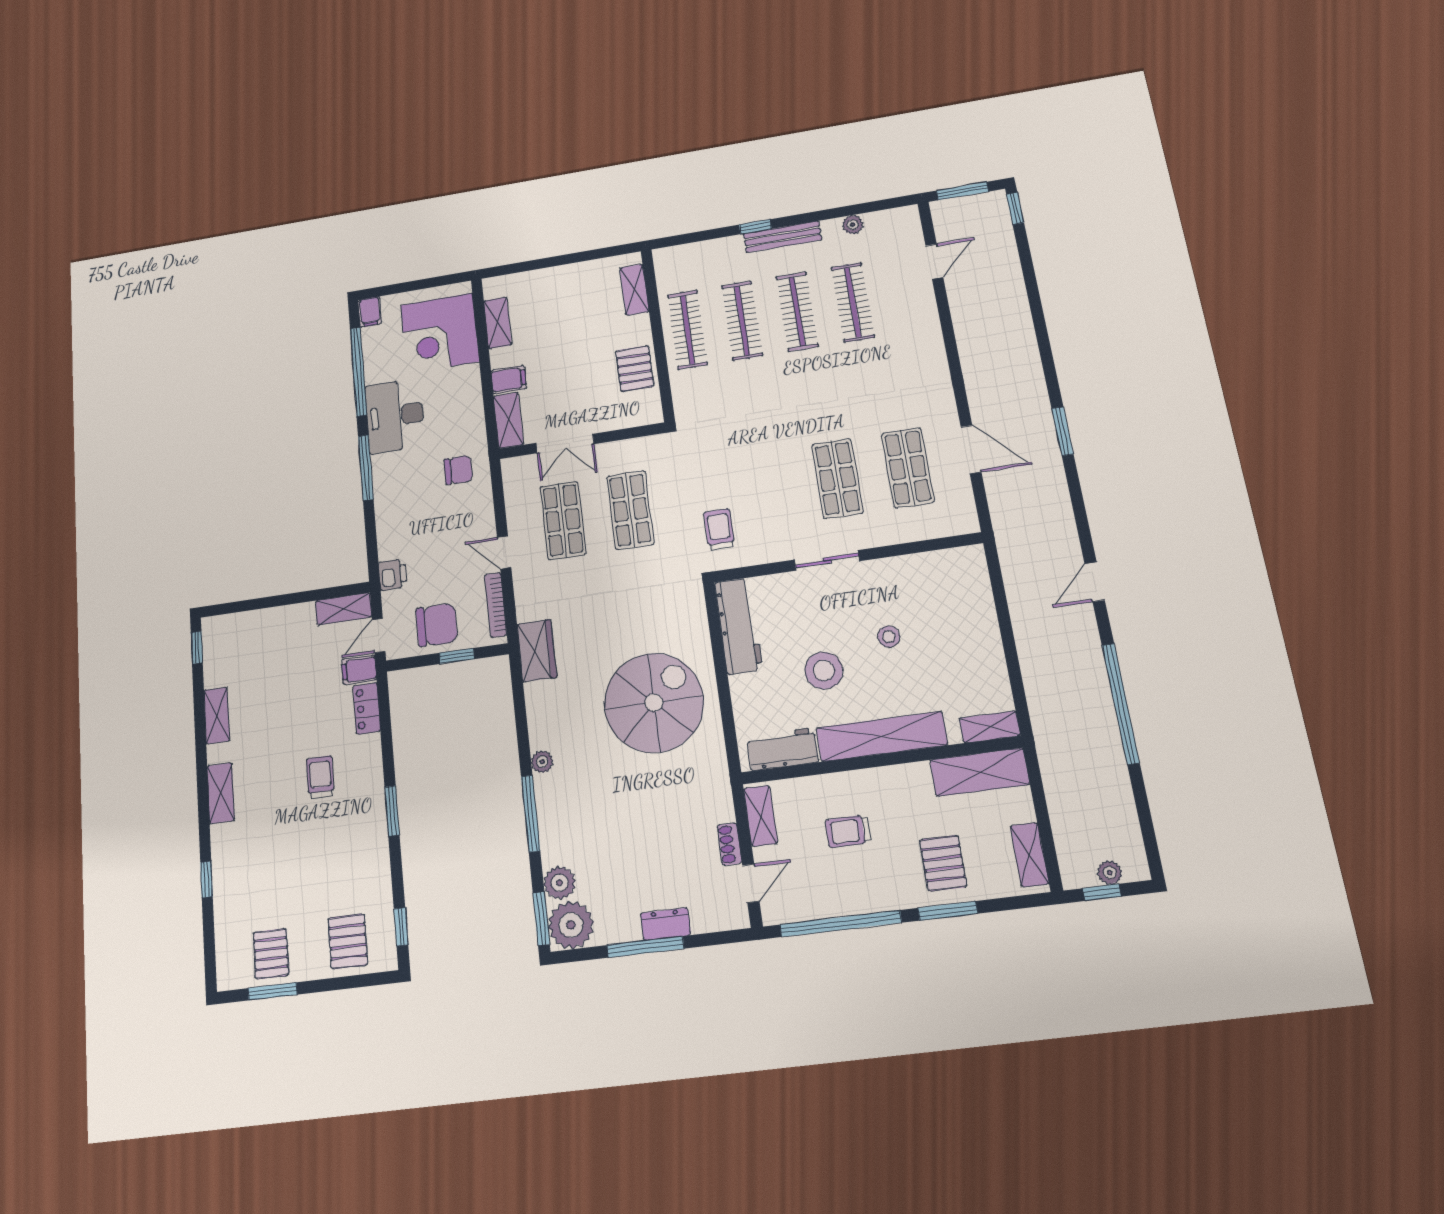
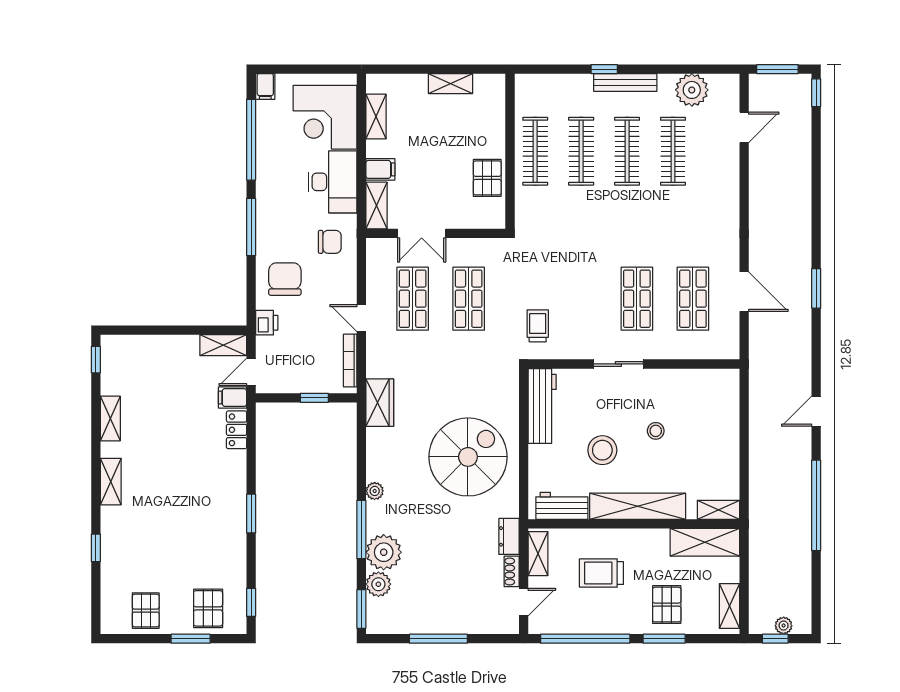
plant: (853, 225) -> (692, 90), width x1.88, depth x1.88
shelving: (634, 290) -> (450, 84), moved, turned 90
desk: (395, 416) -> (333, 182), moved, turned 180
chair: (437, 625) -> (285, 279), moved, turned -90
trolley: (320, 777) -> (194, 480), removed
trolley: (848, 831) -> (601, 573), width x1.36, depth x1.39
dresser: (666, 924) -> (509, 536), moved, turned -90
plant: (571, 925) -> (384, 552), moved
window: (272, 991) -> (191, 639), moved

